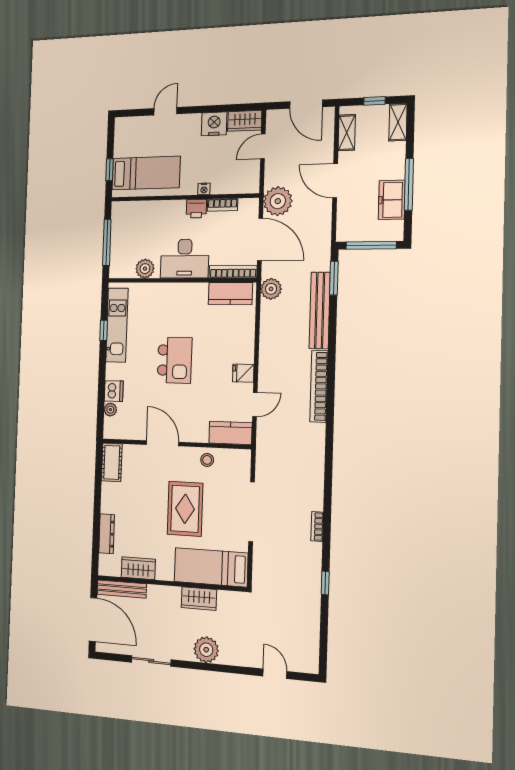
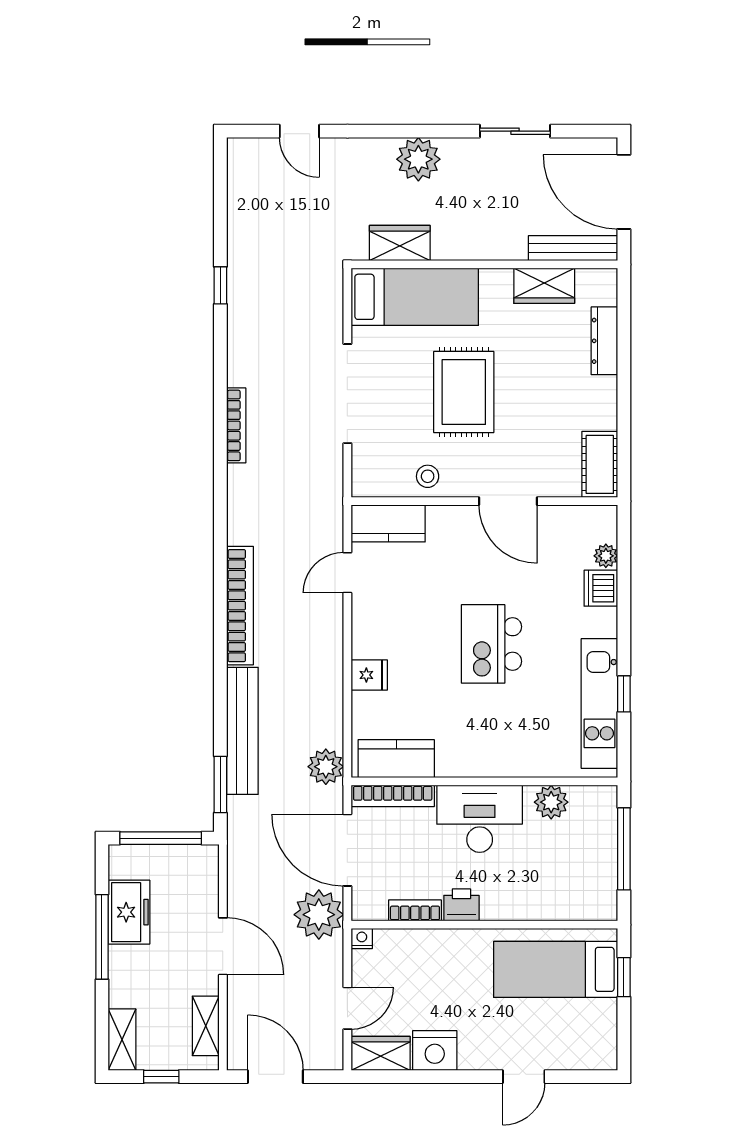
nightstand: (204, 189) -> (362, 939), moved
fridge: (243, 373) -> (369, 675), moved
bookcase: (317, 526) -> (236, 425), moved, width x1.56
wardrobe: (199, 599) -> (400, 243), moved

